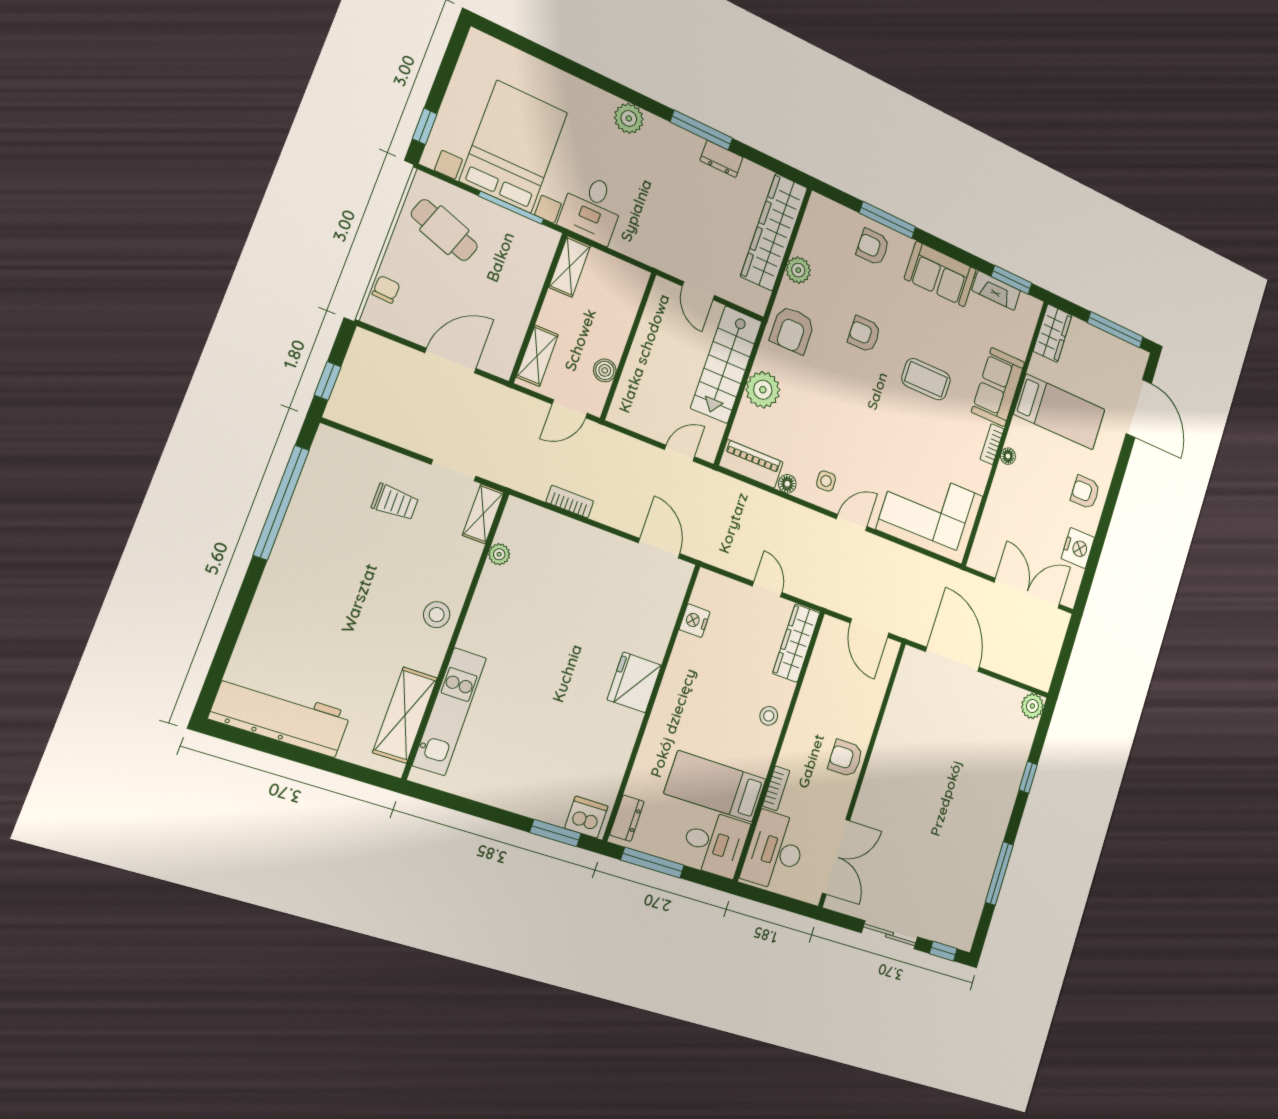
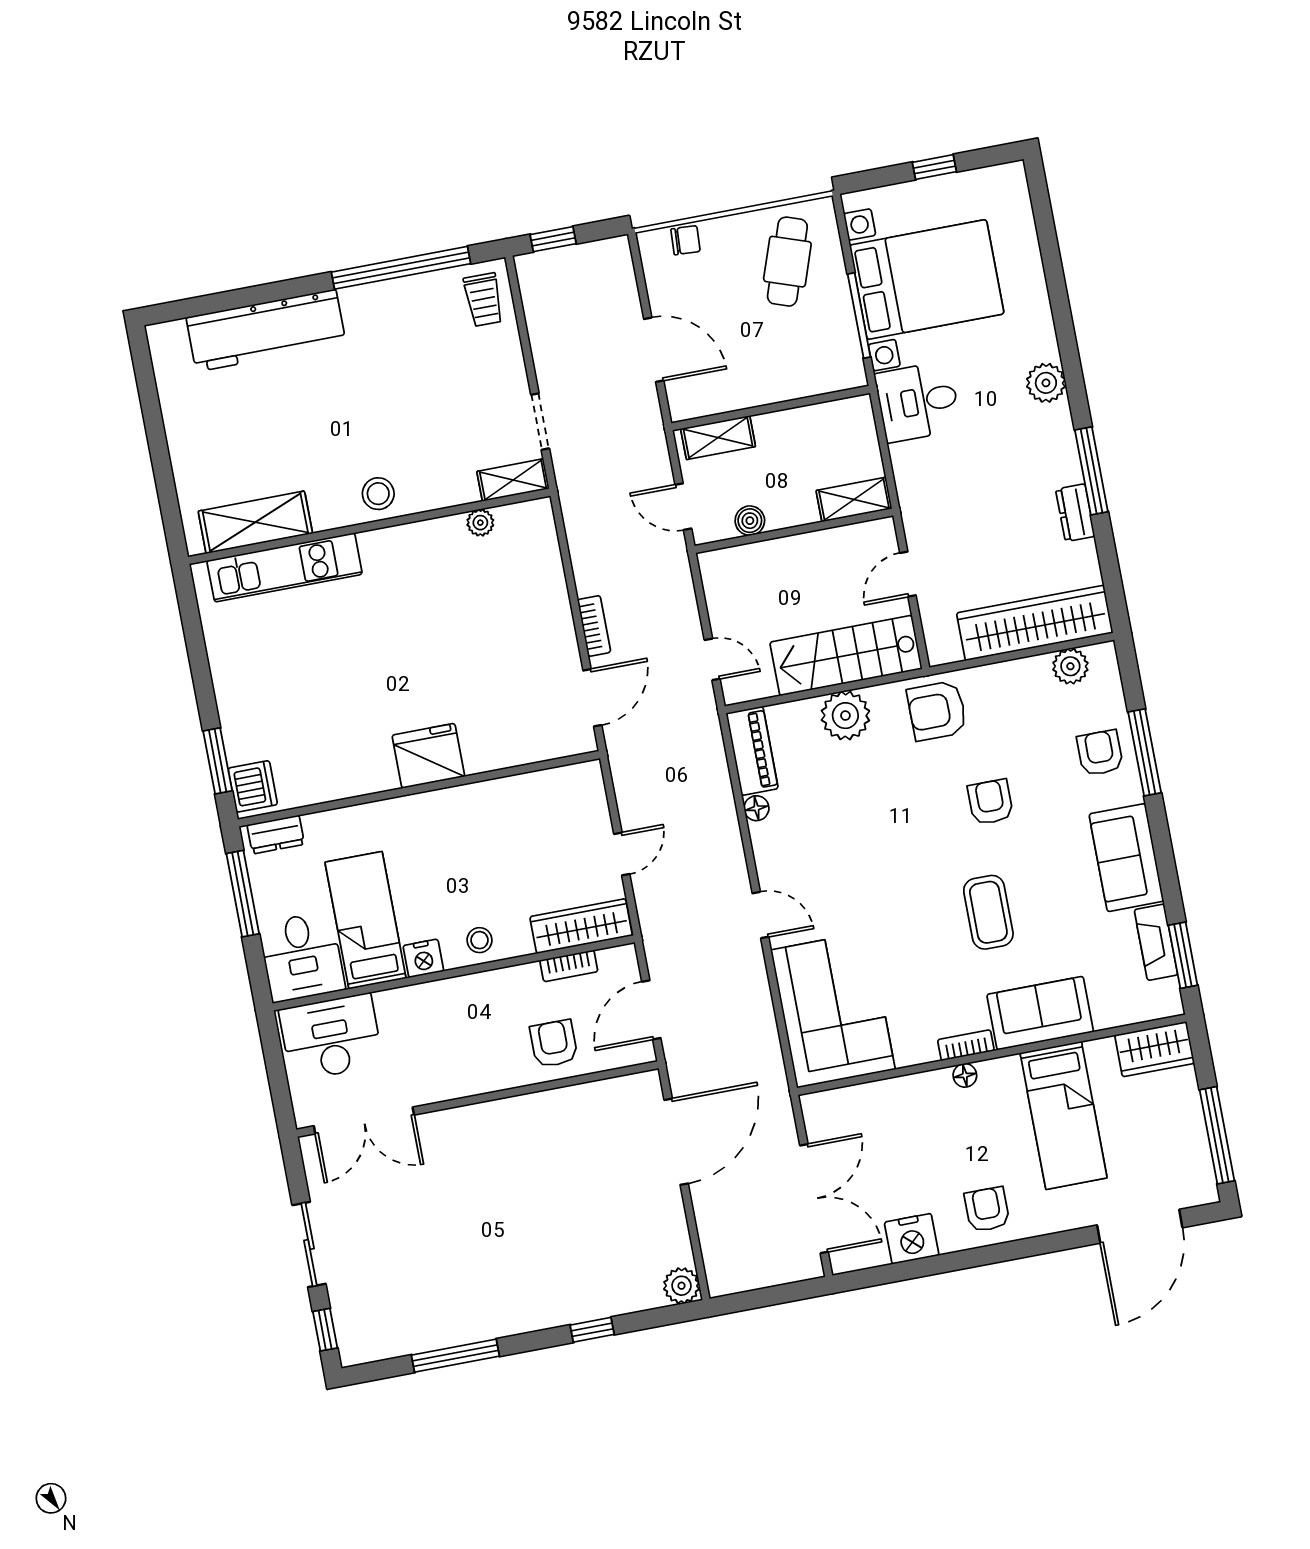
window: (425, 126) -> (934, 167), moved
shelving: (570, 266) -> (854, 500), moved
plant: (798, 270) -> (1070, 666), moved
side table: (826, 481) -> (789, 854), removed
trolley: (395, 502) -> (484, 300), moved
bookcase: (570, 502) -> (594, 626), moved
nightstand: (695, 621) -> (423, 958), moved, turned 180
workbench: (280, 716) -> (266, 331), moved, turned 90
armchair: (845, 758) -> (554, 1044), moved
bookcase: (776, 788) -> (569, 966), moved

